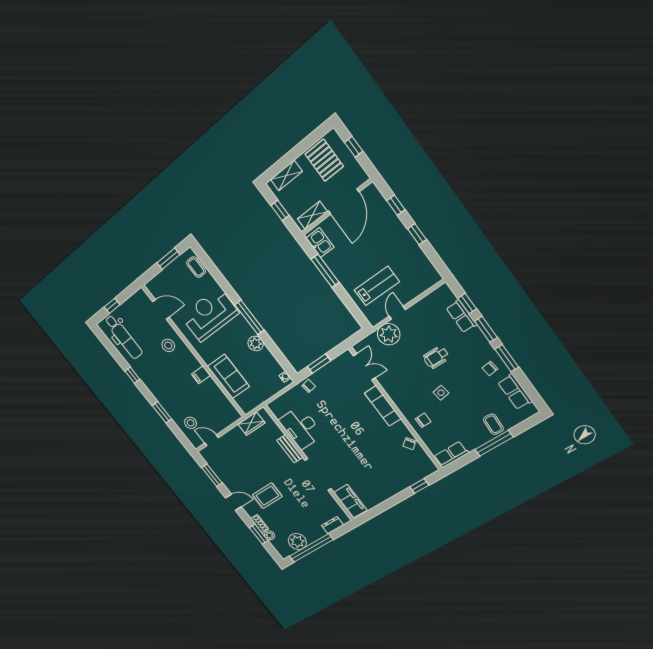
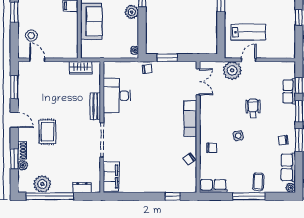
wheelchair: (436, 357) -> (253, 108), turned 89
plant: (532, 410) -> (291, 188), added
rug: (267, 496) -> (47, 132), turned 90

